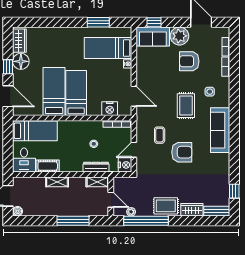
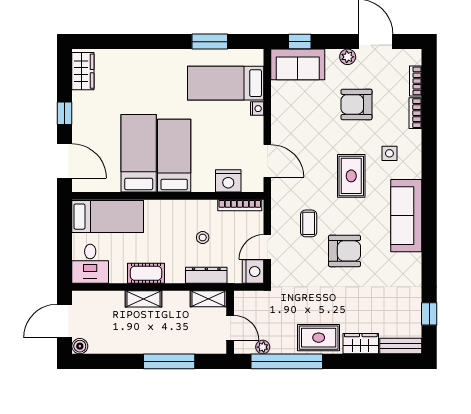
plant: (179, 36) -> (348, 57), width x0.53, depth x0.53
floor lamp: (21, 61) -> (85, 105), removed
cot: (48, 166) -> (146, 273), moved

